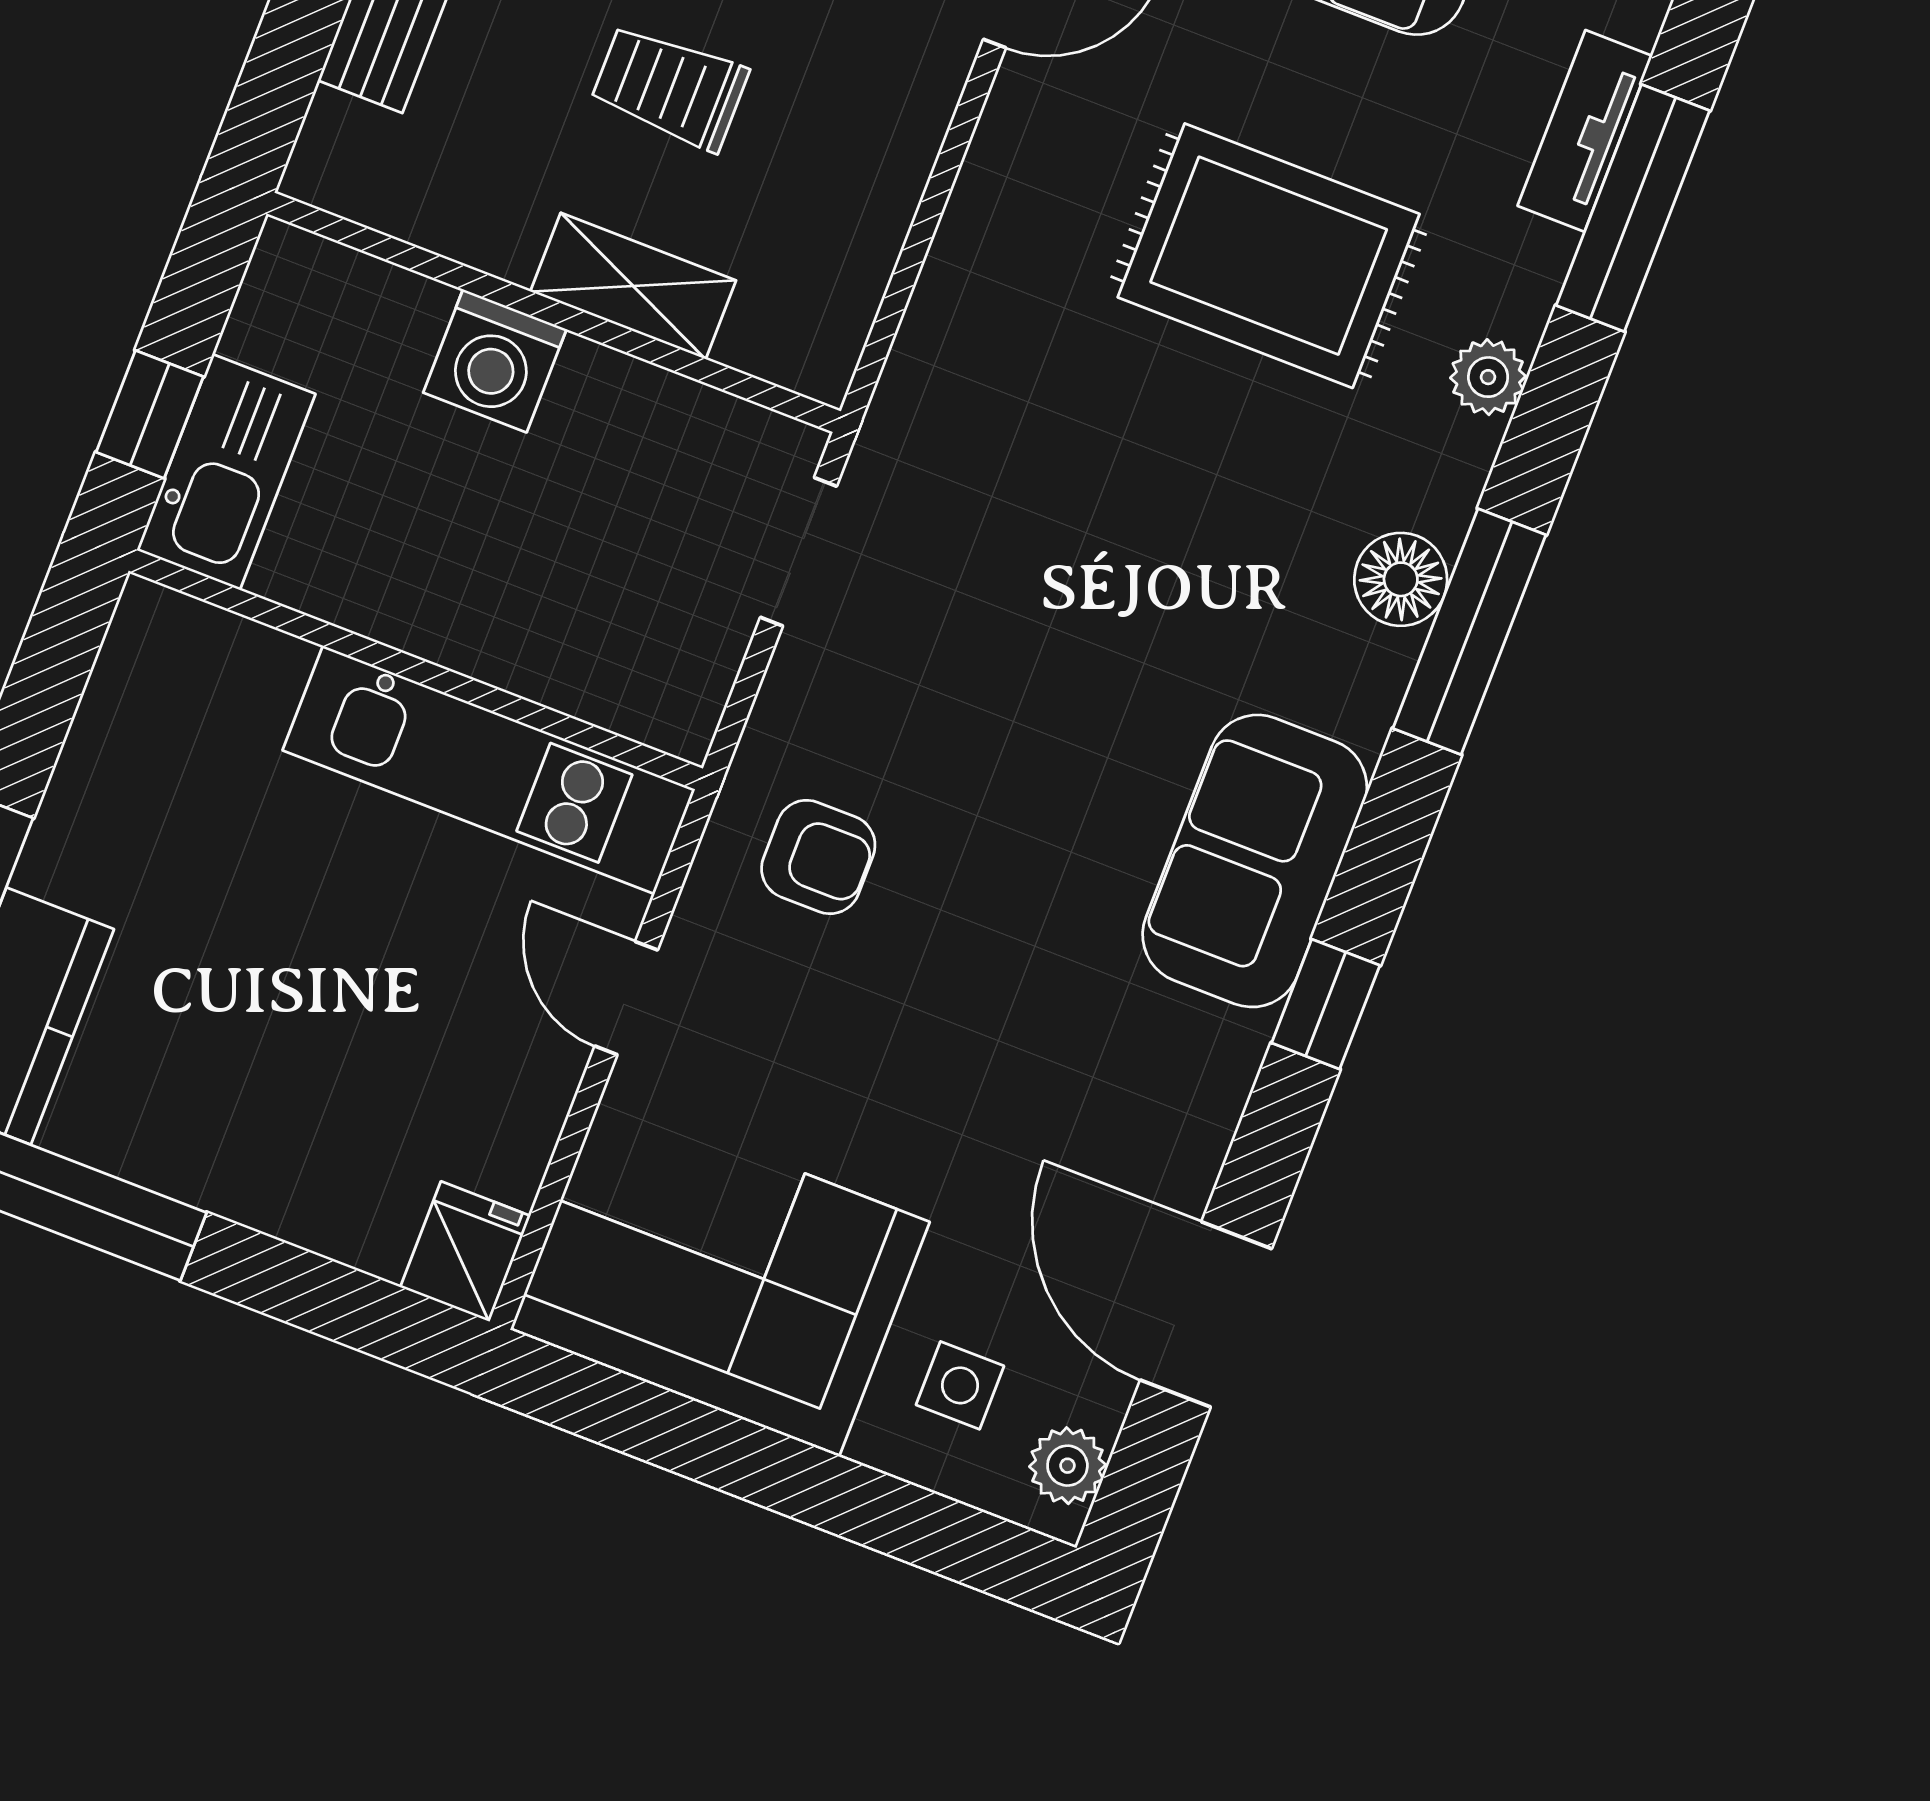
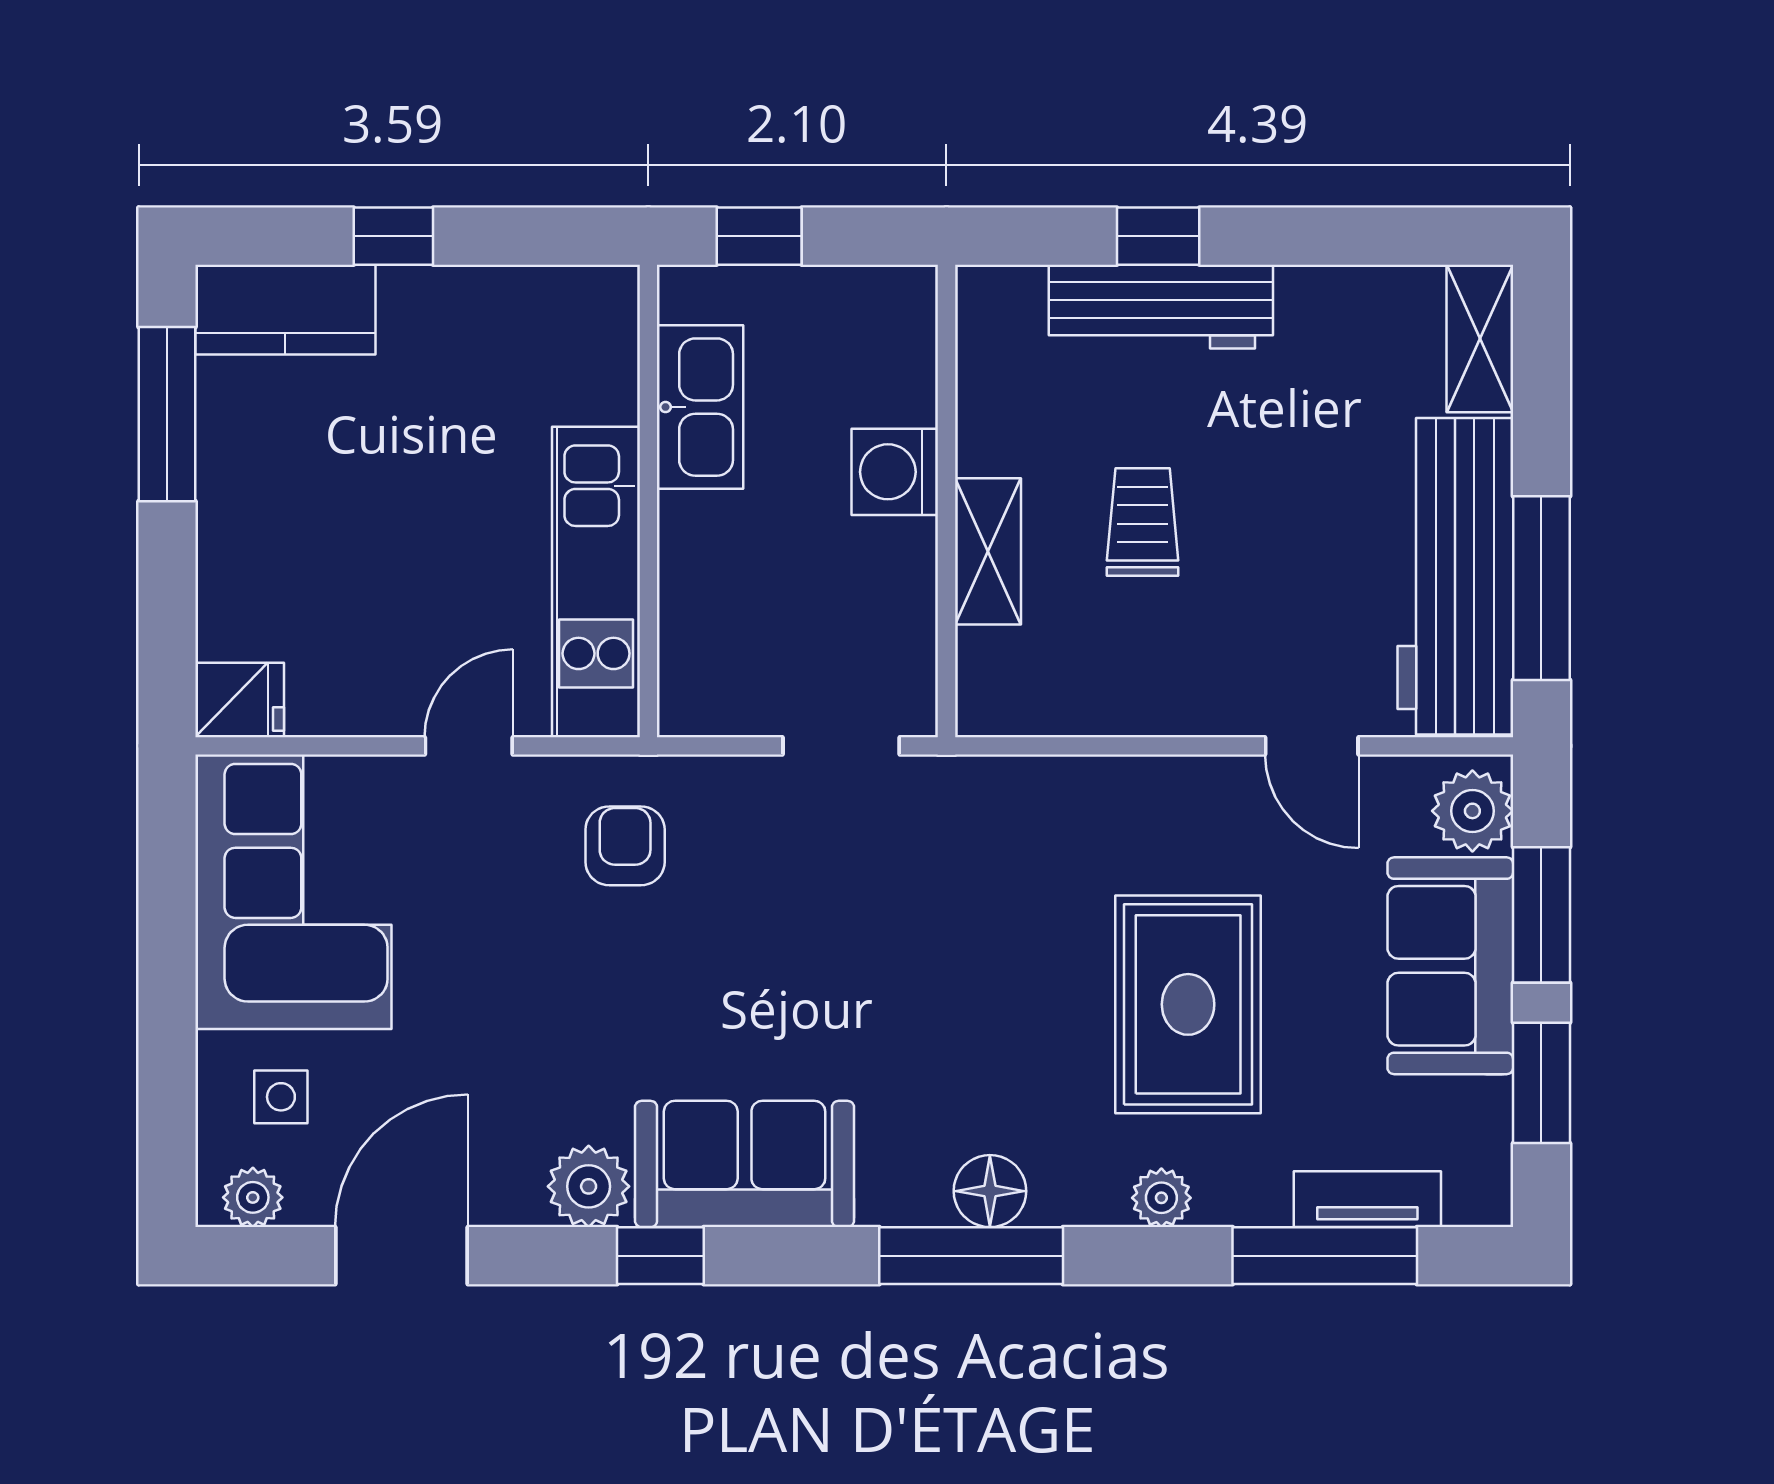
kitchen sink: (226, 472) -> (700, 407), moved, turned -90
armchair: (818, 857) -> (625, 846), turned 180
plant: (1210, 1058) -> (589, 1186), added

